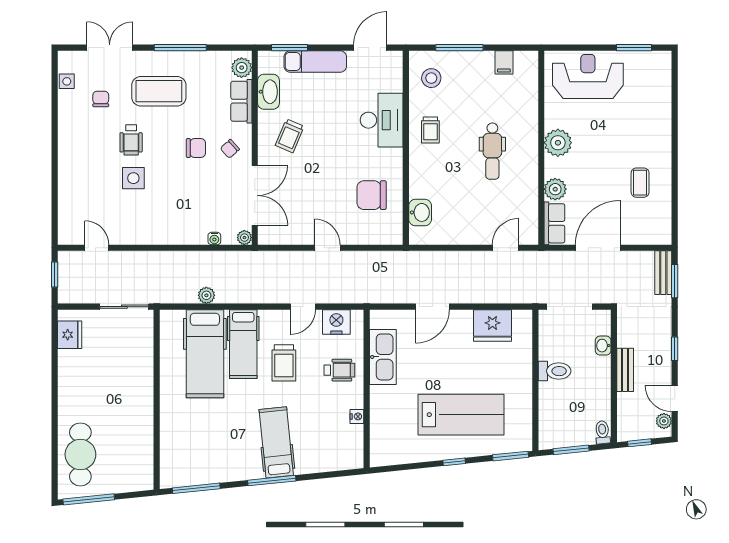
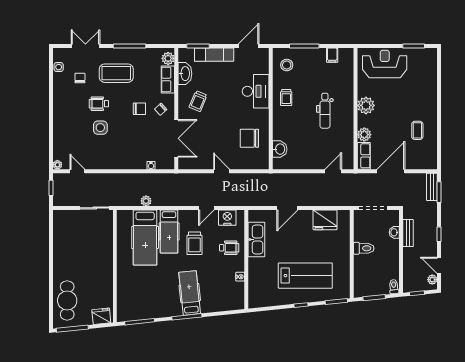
wheelchair: (131, 140) -> (99, 104), turned 90
plant: (244, 238) -> (57, 165), moved
fridge: (70, 335) -> (101, 316), moved, turned -96
bench: (625, 370) -> (408, 233), moved

